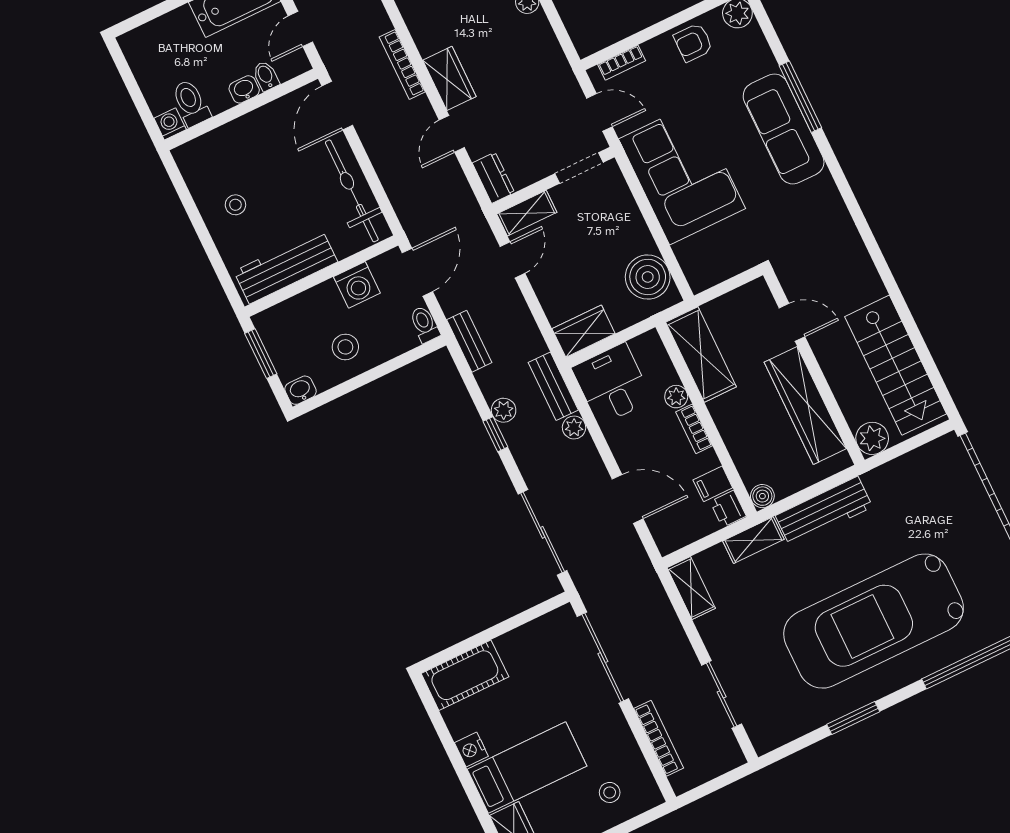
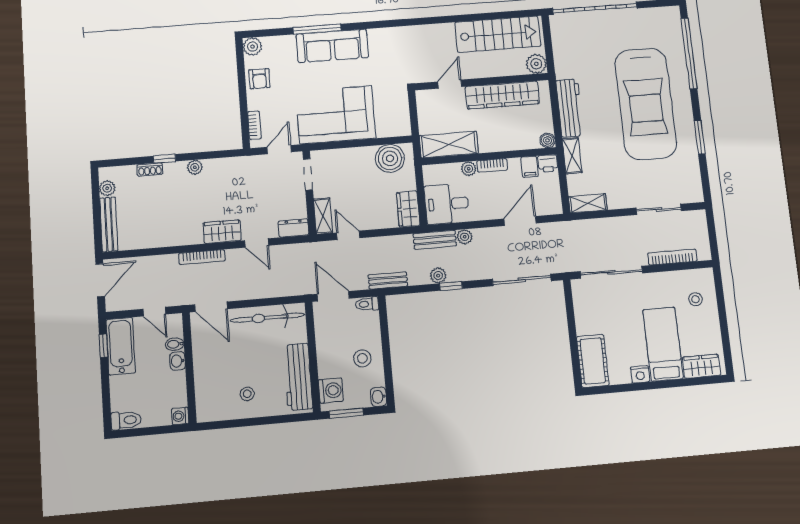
toilet: (191, 103) -> (126, 420), moved, turned 180
washing machine: (357, 285) -> (331, 390), moved

